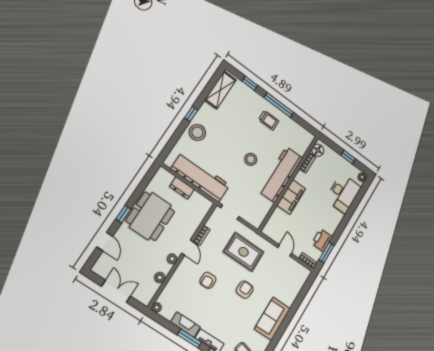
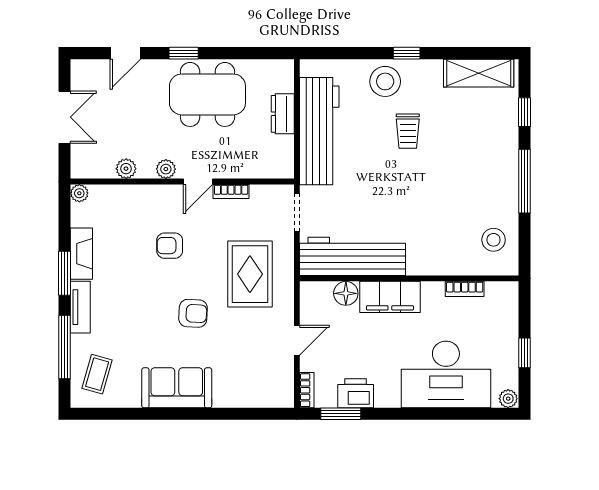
trolley: (269, 120) -> (408, 131), moved
floor lamp: (318, 150) -> (346, 293), moved
stool: (251, 159) -> (494, 240), moved
workbench: (281, 174) -> (353, 256), moved
desk: (343, 193) -> (446, 374), width x1.36, depth x1.30

